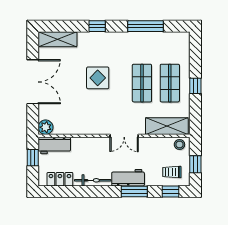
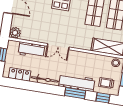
double door: (124, 136) -> (58, 47), moved
workbench: (54, 146) -> (31, 50), moved
workbench: (128, 178) -> (77, 83), width x1.38

